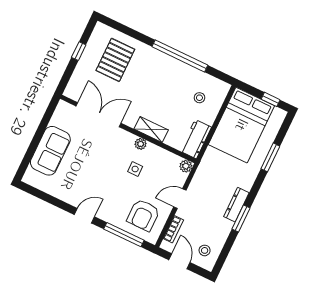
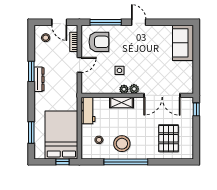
window: (79, 51) -> (196, 109), moved
stool: (174, 80) -> (122, 144), added
window: (271, 99) -> (62, 162), moved
sofa: (50, 151) -> (183, 43), moved
window: (270, 157) -> (31, 133), moved
plant: (186, 166) -> (134, 89), moved
armchair: (143, 215) -> (99, 42), turned 90
door: (84, 216) -> (139, 22), swing flipped

